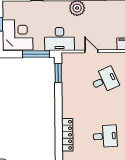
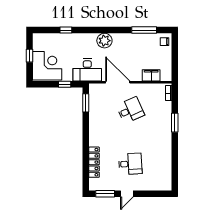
door: (91, 51) -> (118, 82), width x1.87
window: (36, 54) -> (65, 84), width x0.46

